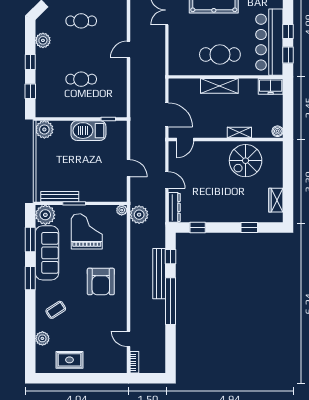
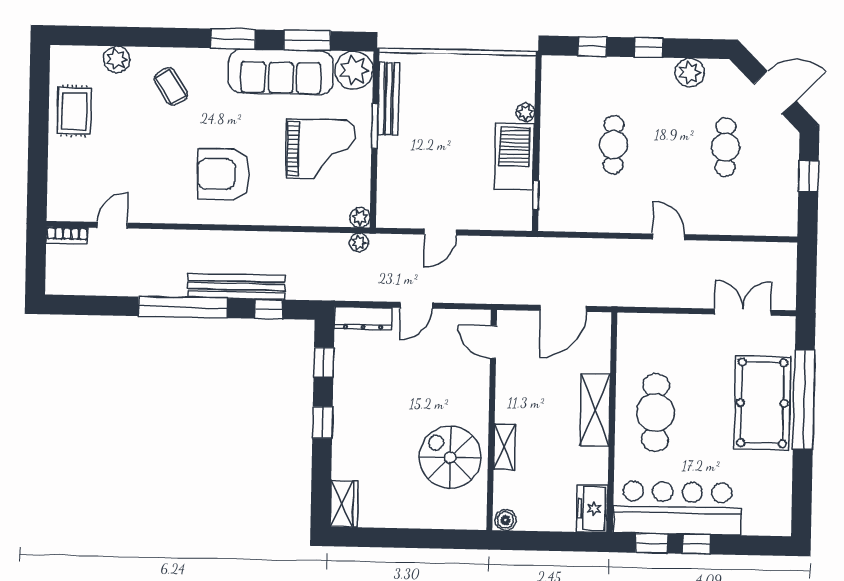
door: (167, 115) -> (563, 308), moved
plant: (44, 129) -> (525, 112), moved, width x0.53, depth x0.53
wardrobe: (276, 200) -> (344, 504), moved, turned 90
plant: (139, 215) -> (359, 243), width x0.53, depth x0.53
window: (249, 227) -> (322, 423), moved

